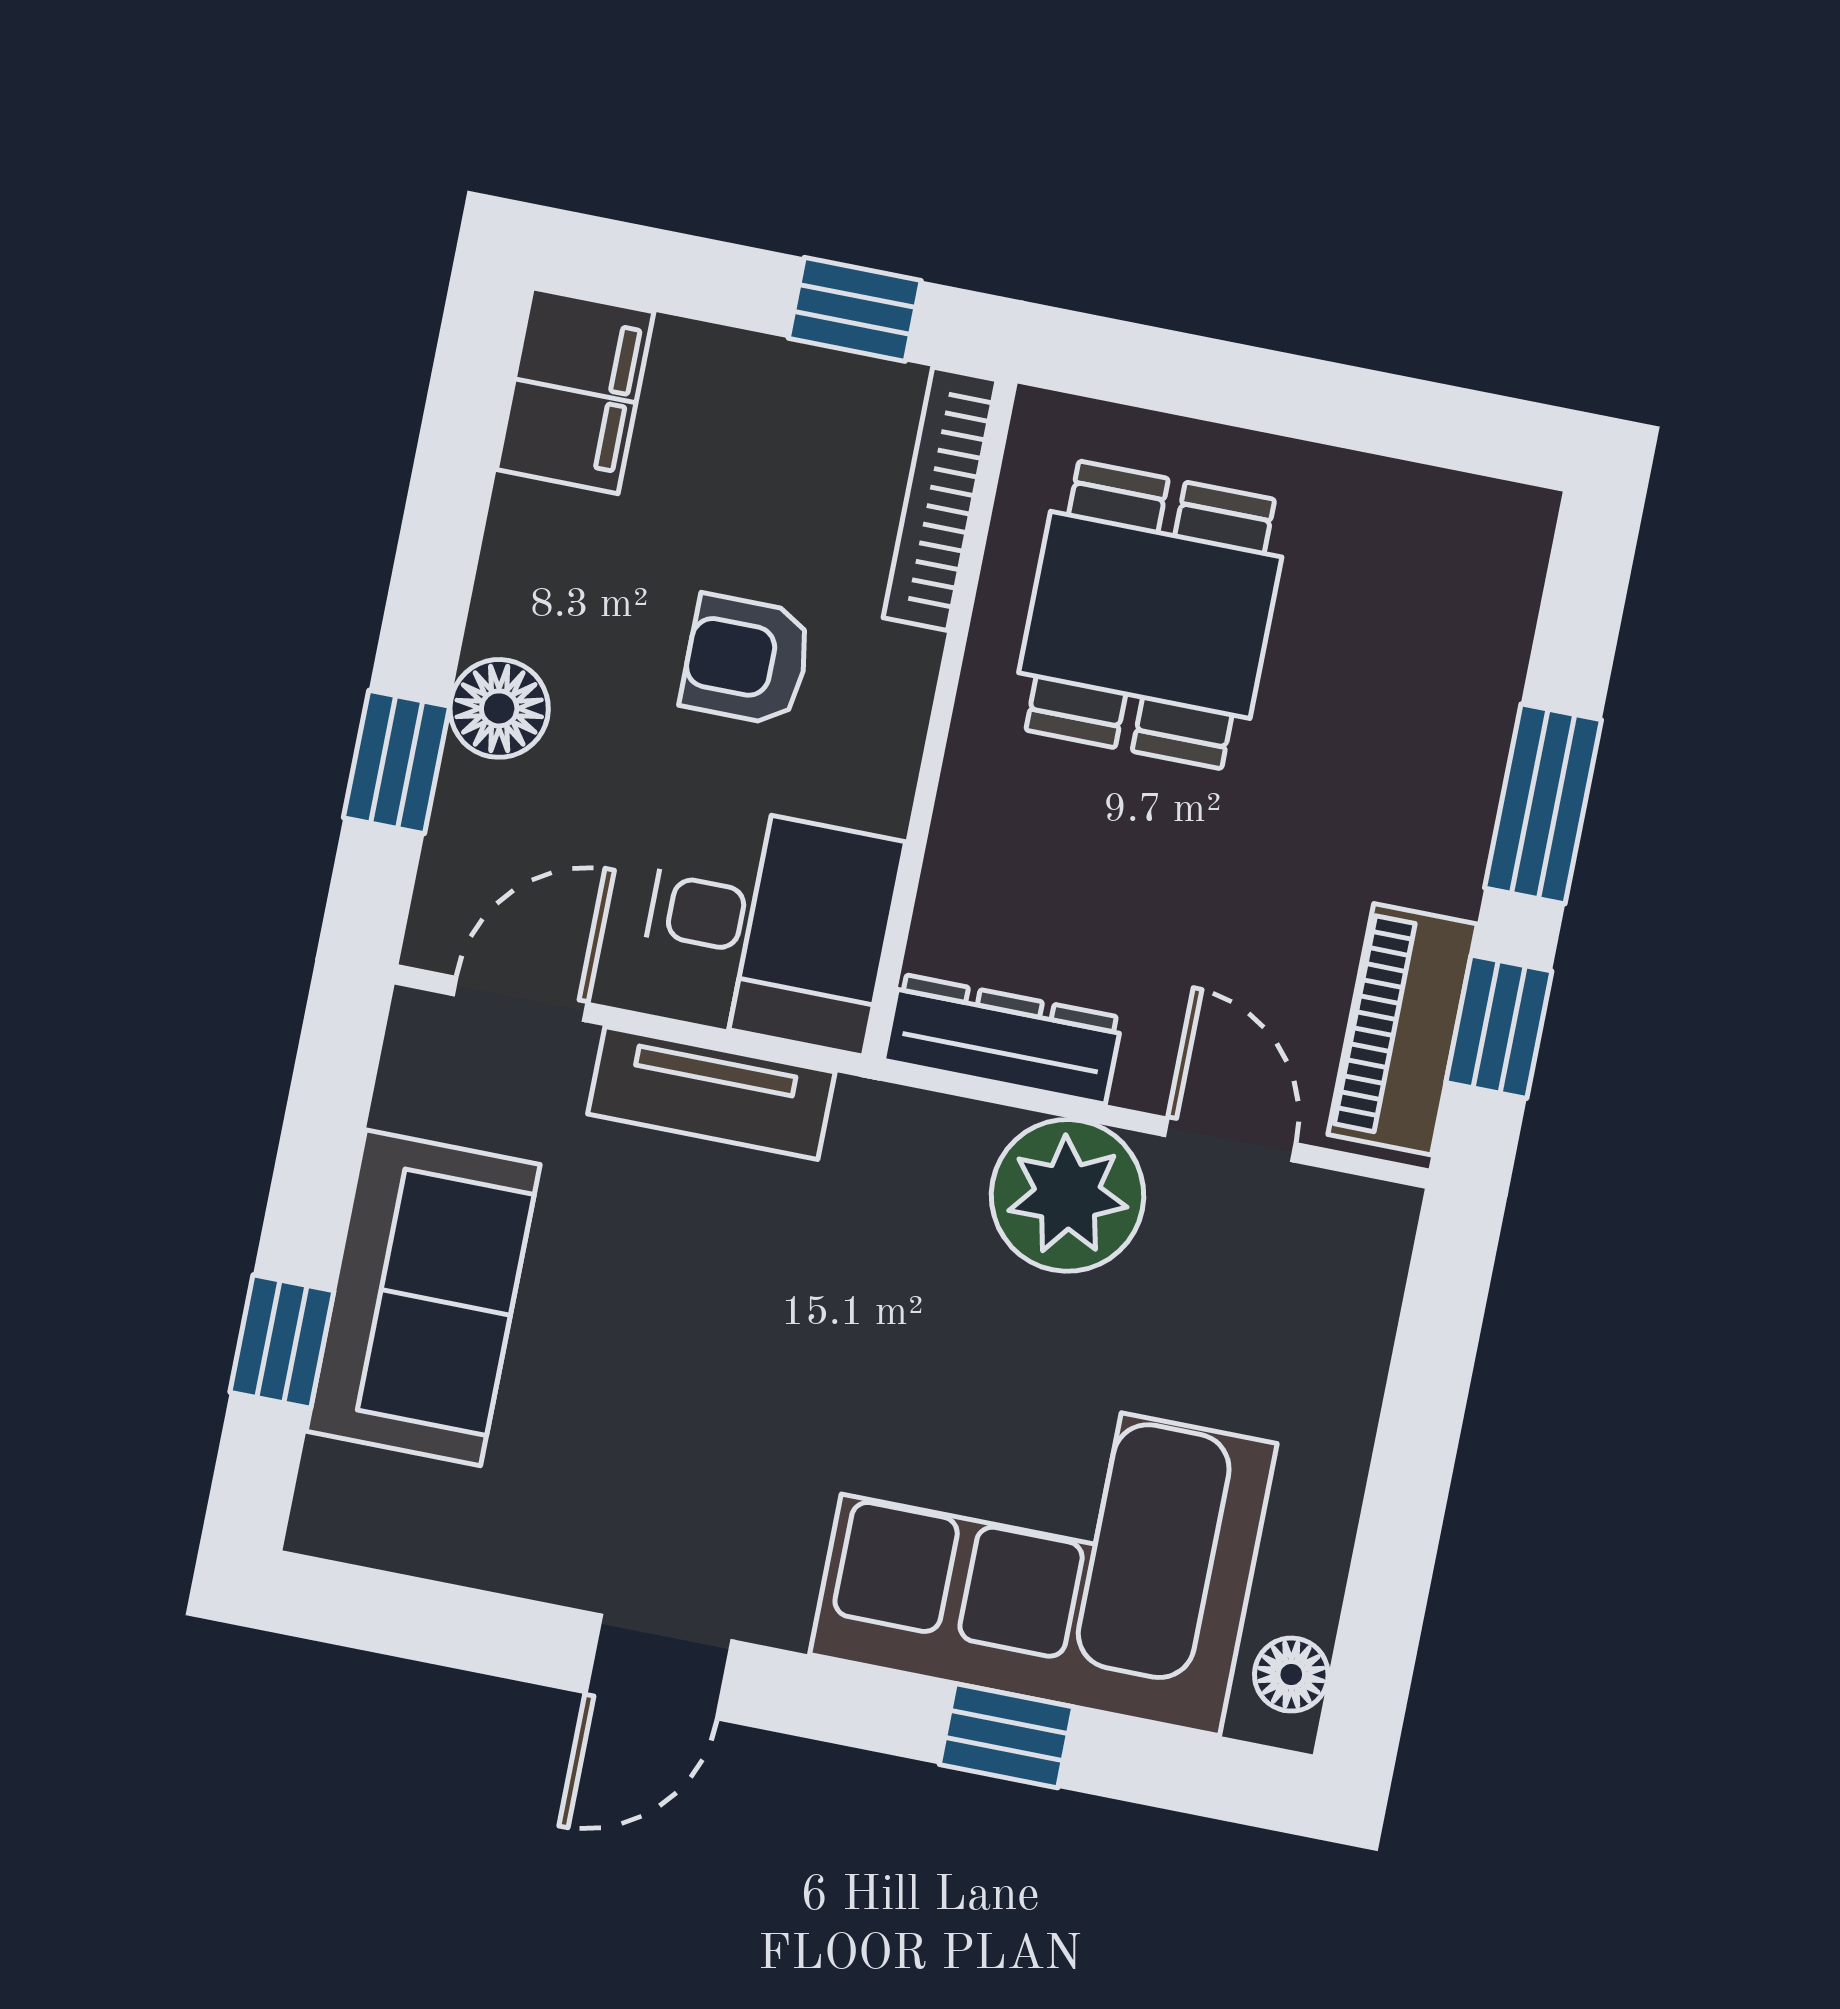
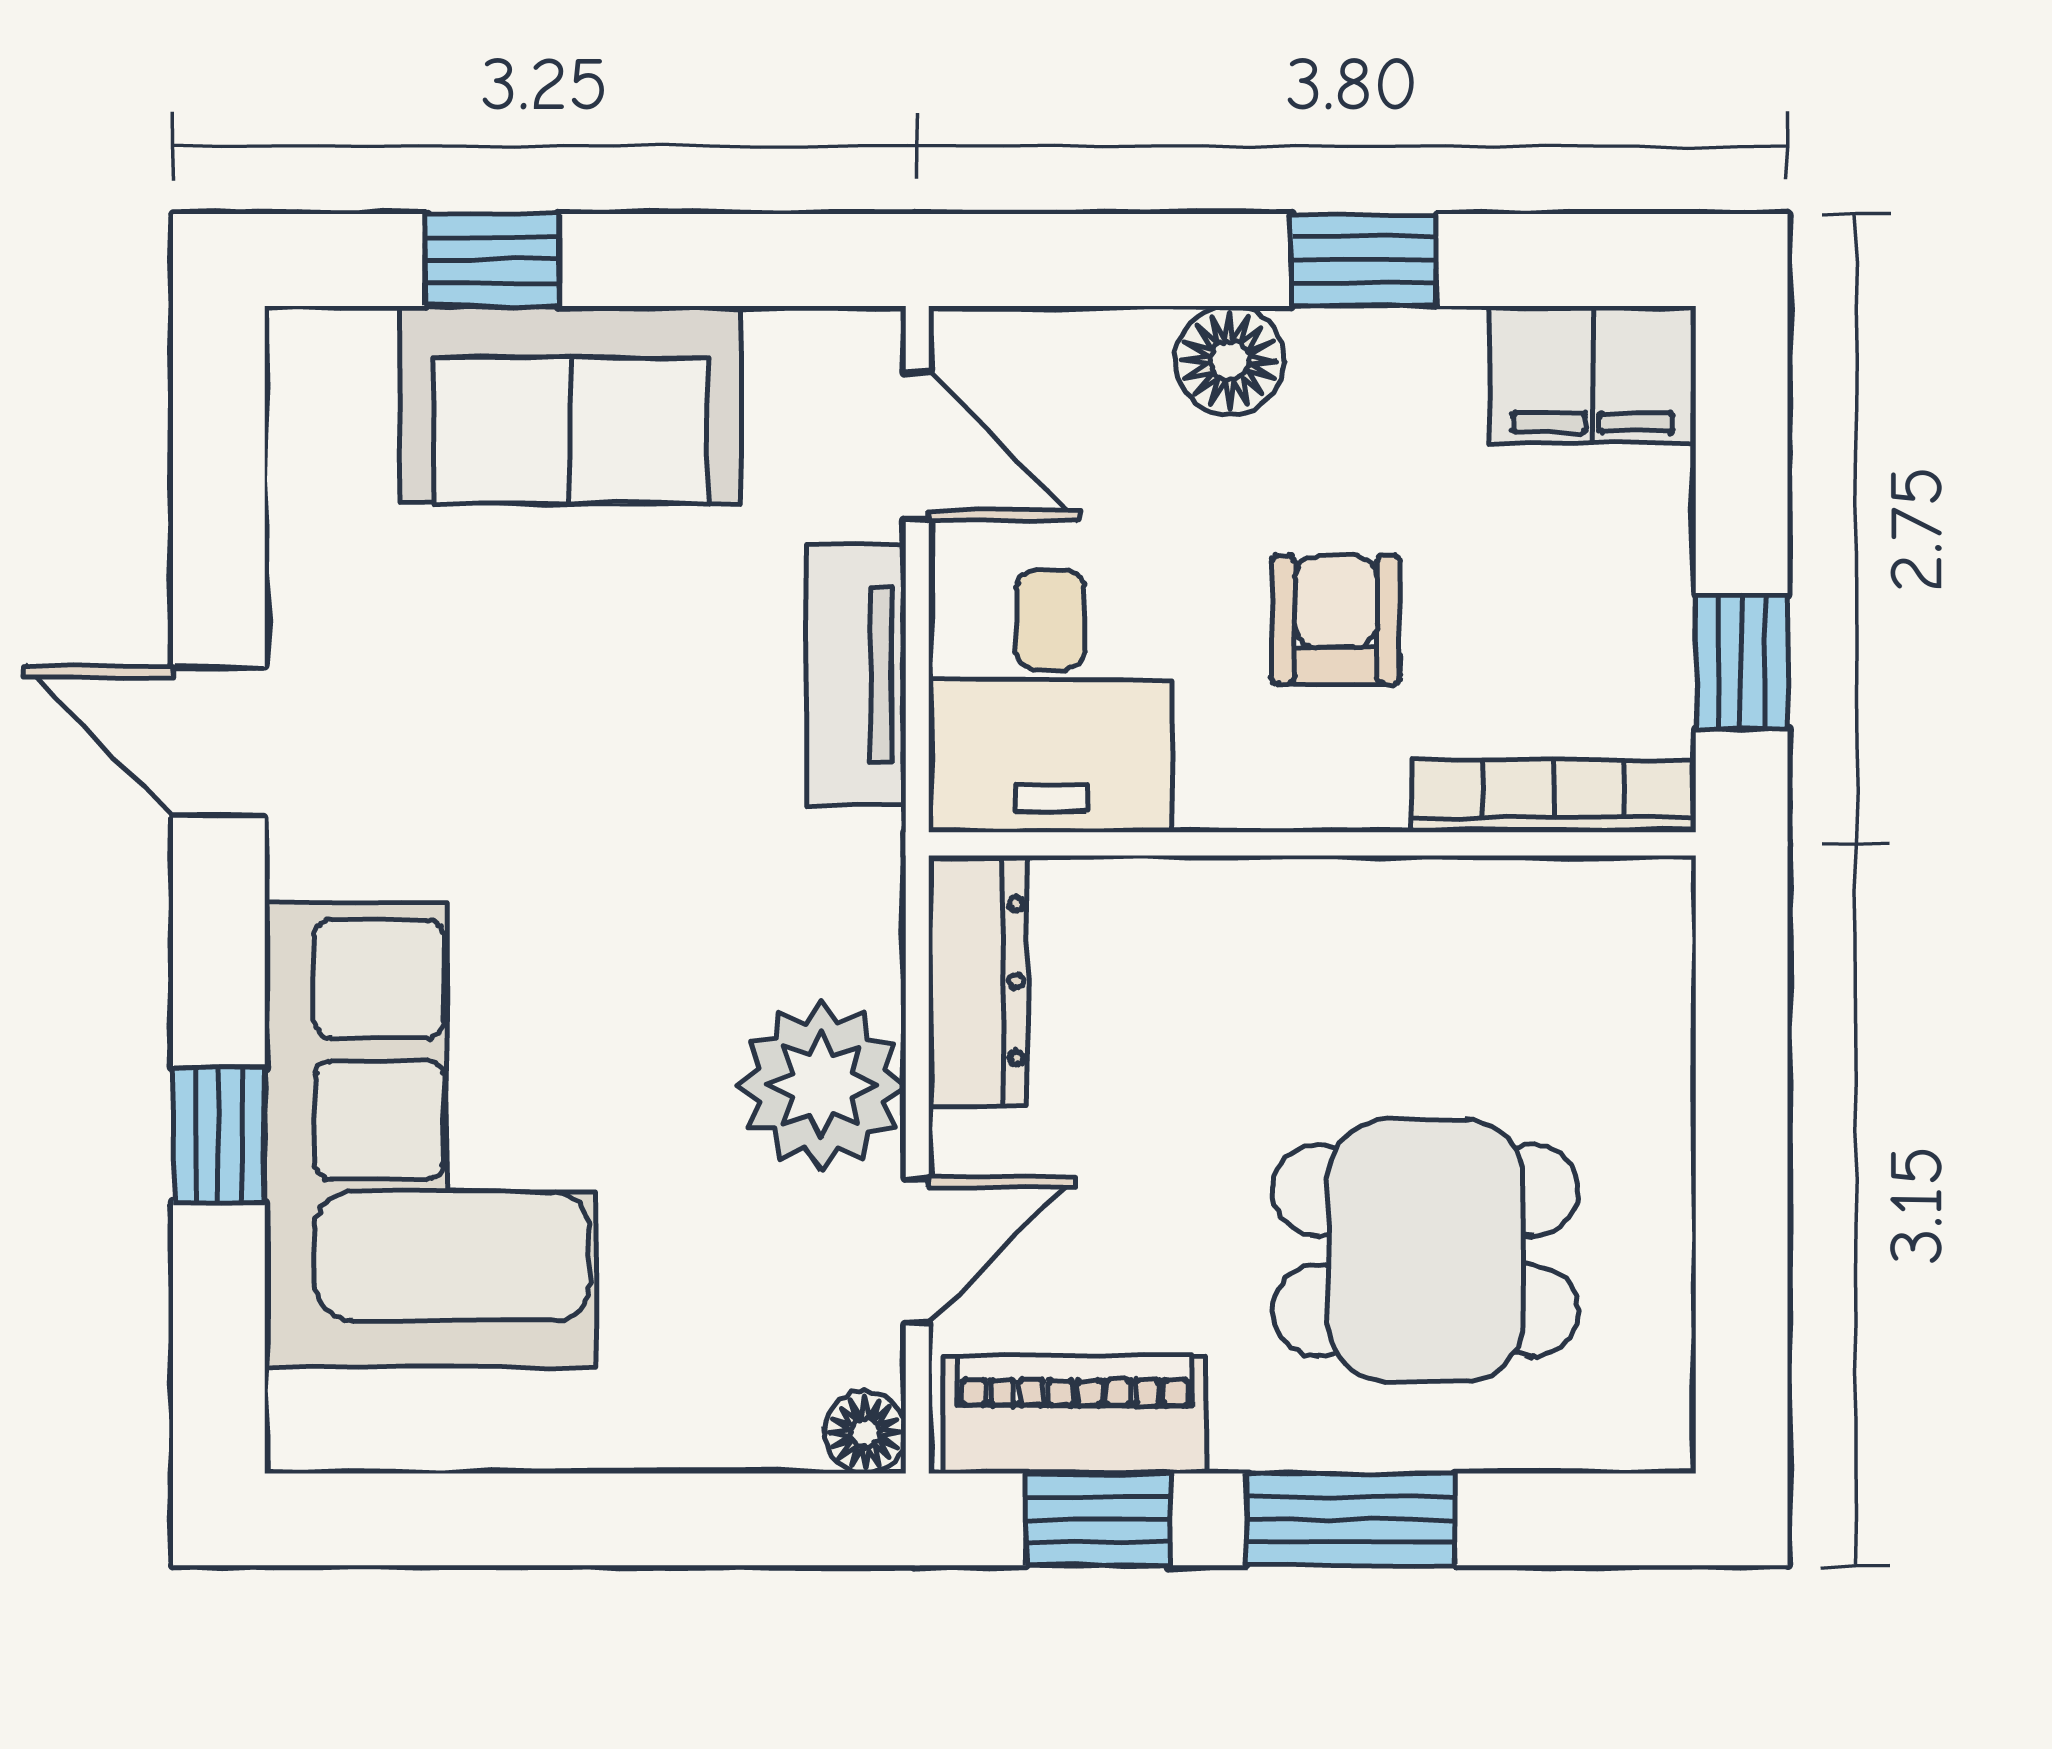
dining table: (1150, 615) -> (1426, 1250), moved
window: (397, 762) -> (1364, 260), moved
floor lamp: (1291, 1675) -> (865, 1433), moved

